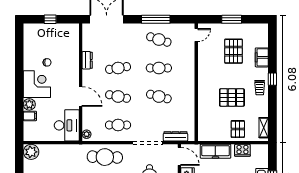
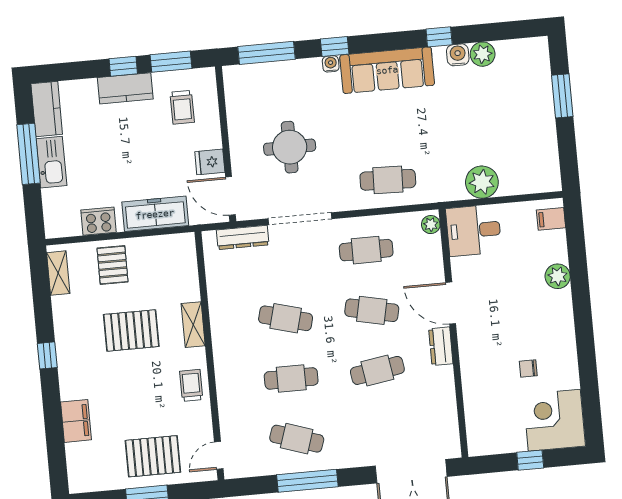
pallet: (234, 51) -> (153, 456), moved, turned 90
dresser: (87, 60) -> (441, 346), moved
window: (272, 79) -> (47, 355), moved
corner desk: (37, 84) -> (554, 420), moved, turned 90
trolley: (260, 88) -> (191, 385), moved
shelving: (202, 98) -> (193, 325), added
filing cabinet: (30, 116) -> (551, 219), moved
desk: (67, 125) -> (474, 230), width x0.73
plant: (31, 152) -> (482, 182), moved
cafe table: (105, 157) -> (388, 180), width x0.73, depth x0.74

